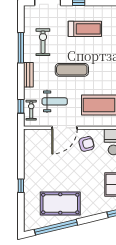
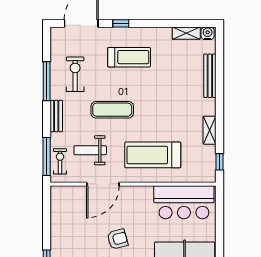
weight bench: (55, 101) -> (90, 150), turned 180
window: (21, 106) -> (47, 156), width x2.17
armchair: (86, 144) -> (118, 239), moved

